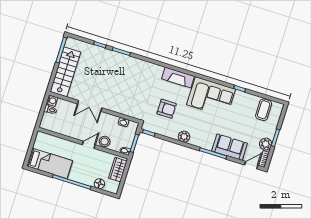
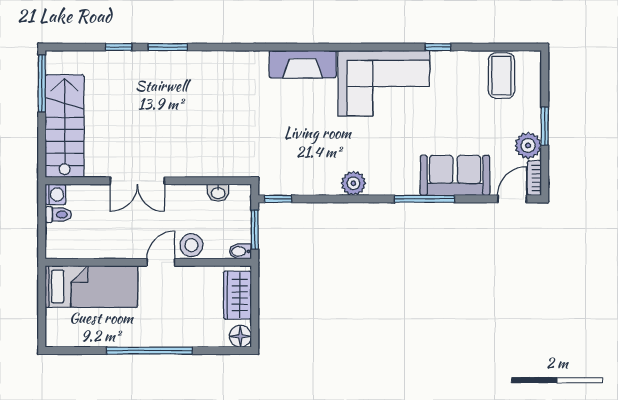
armchair: (167, 109) -> (299, 137), removed
bed: (50, 163) -> (91, 286), moved
floor lamp: (99, 184) -> (240, 336), moved

